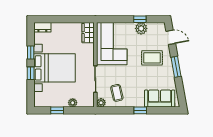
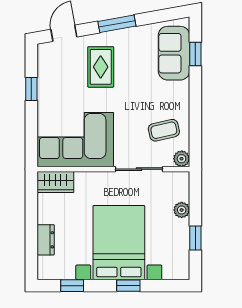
dresser: (42, 27) -> (46, 240), moved
plant: (141, 28) -> (48, 87), removed
window: (31, 52) -> (72, 286), moved
window: (140, 110) -> (195, 54), moved

